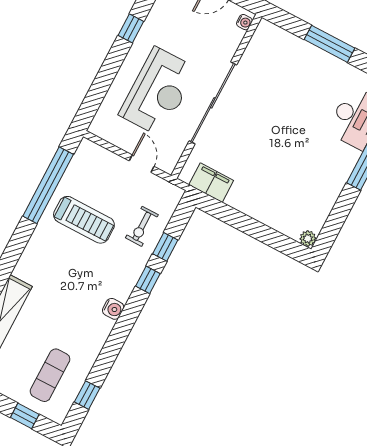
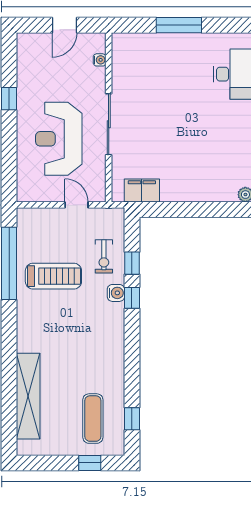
water cooler: (244, 22) -> (100, 60), moved
reception desk: (158, 92) -> (59, 139), turned 180
sliding door: (213, 103) -> (109, 124), width x0.73
water cooler: (113, 309) -> (116, 293), moved

